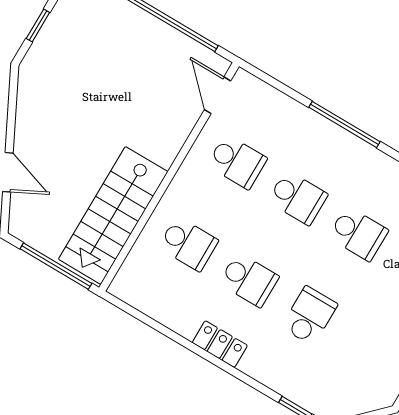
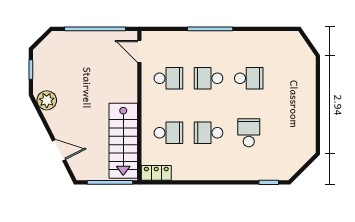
plant: (34, 86) -> (47, 100), added
school desk: (298, 198) -> (209, 78), turned 180
school desk: (249, 280) -> (209, 133), turned 180
locker: (220, 344) -> (156, 173), moved

